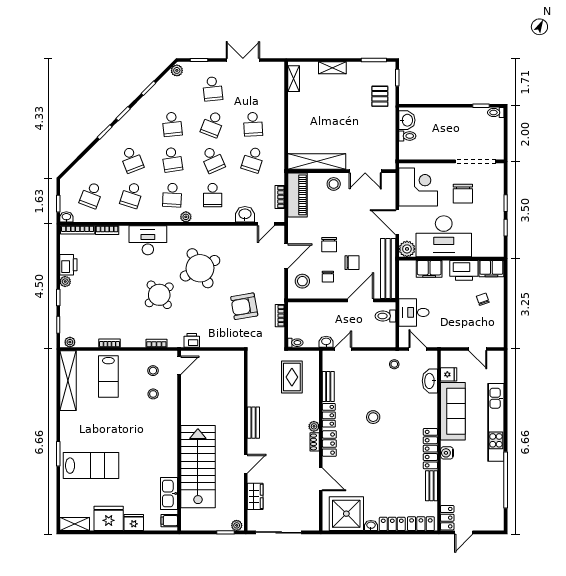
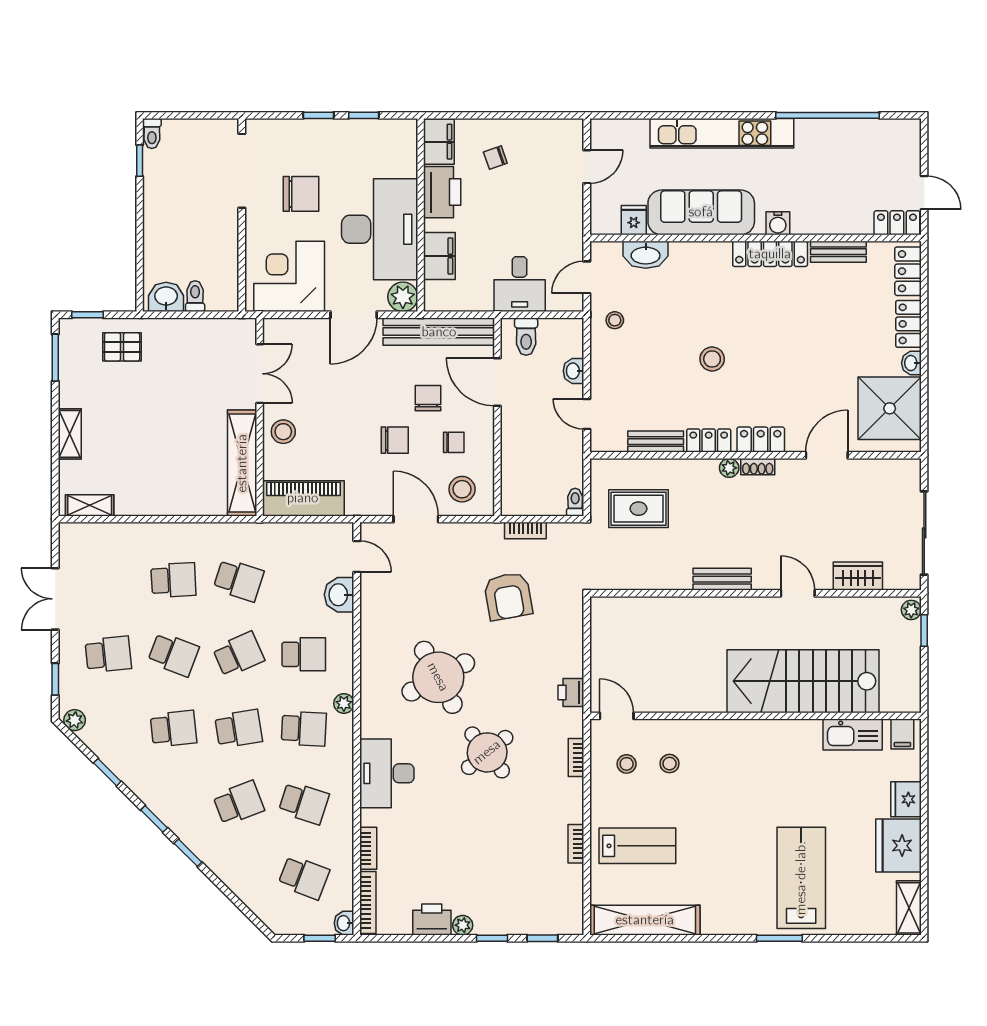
bookcase: (280, 197) -> (307, 531), removed
plant: (70, 342) -> (574, 917), removed
washbasin: (326, 342) -> (573, 371), moved

